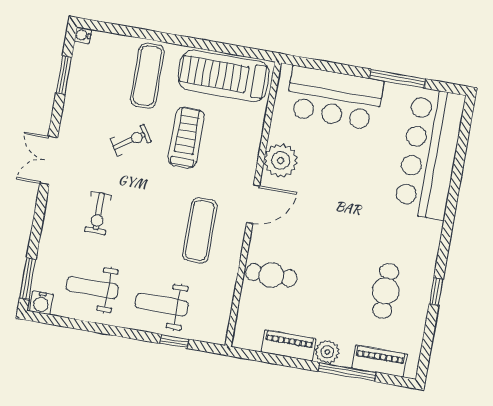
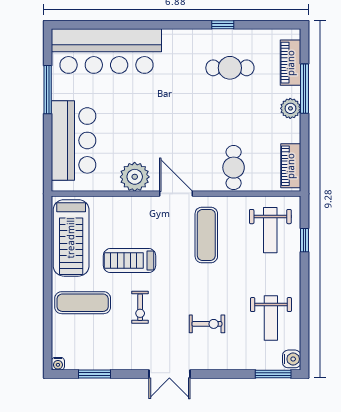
exercise bike: (131, 140) -> (140, 307), turned -146
exercise mat: (200, 230) -> (206, 235), turned 90
weight bench: (162, 305) -> (270, 230), moved
piano: (289, 345) -> (291, 166), moved

